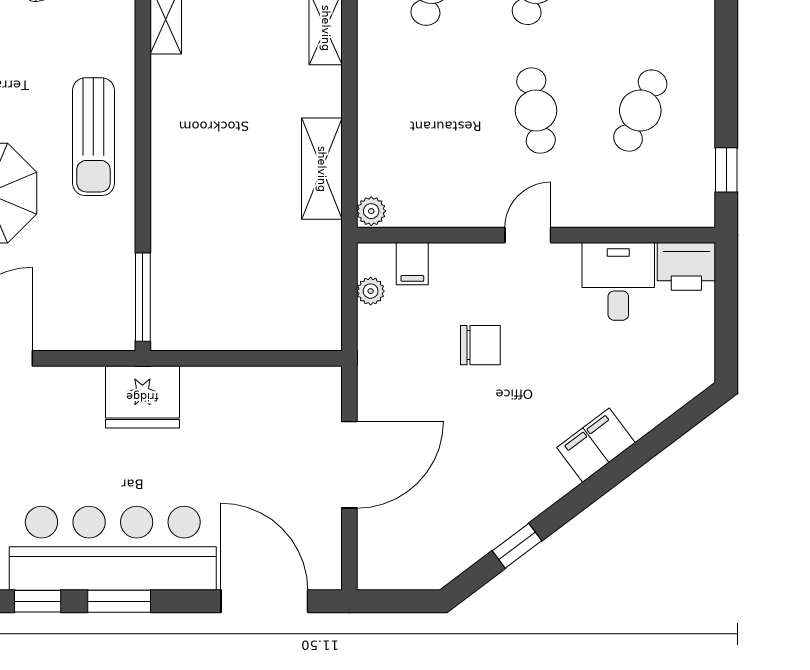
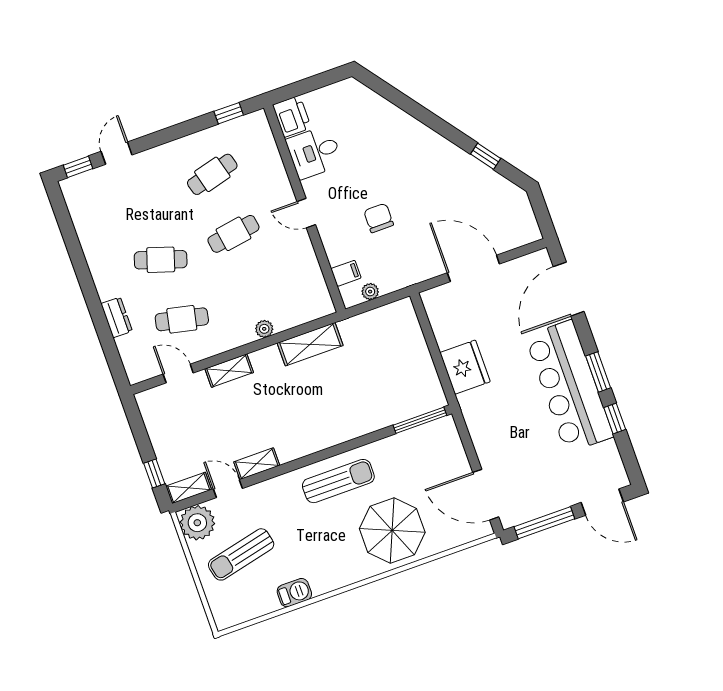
cafe table: (640, 111) -> (212, 174), turned -39
plant: (371, 211) -> (264, 329), moved
fridge: (142, 397) -> (465, 367), moved
filing cabinet: (596, 445) -> (412, 132), removed

